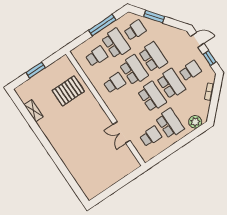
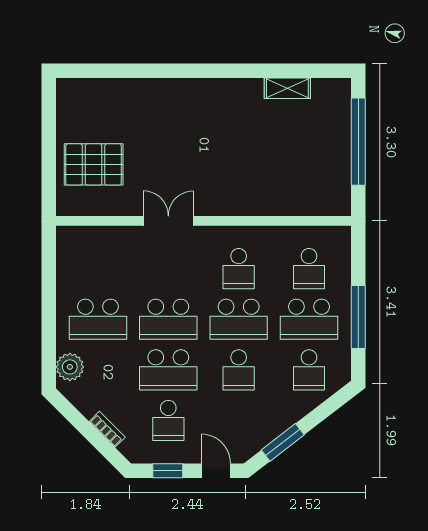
window: (154, 17) -> (283, 442), moved
door: (197, 40) -> (216, 471), swing flipped
school desk: (153, 57) -> (239, 370), width x0.54
window: (36, 70) -> (358, 142), width x2.11
pallet: (68, 91) -> (94, 164), moved, turned 90
double door: (122, 132) -> (168, 221), moved
school desk: (151, 136) -> (98, 269), removed

